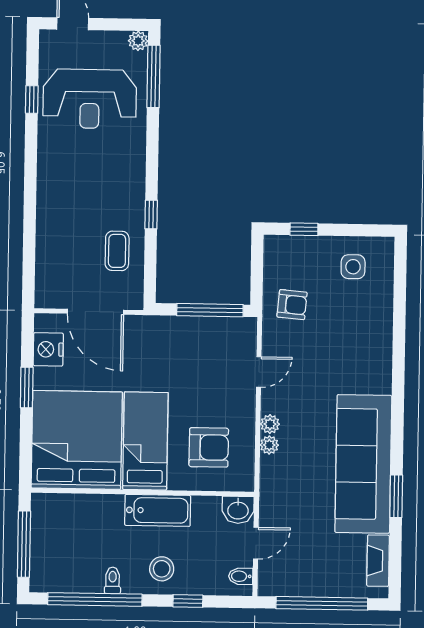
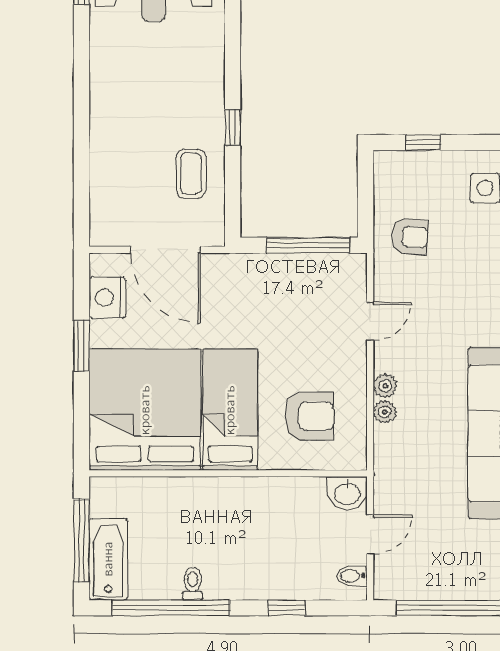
bathtub: (158, 510) -> (108, 559), moved, turned -90
stool: (162, 569) -> (253, 568), removed

